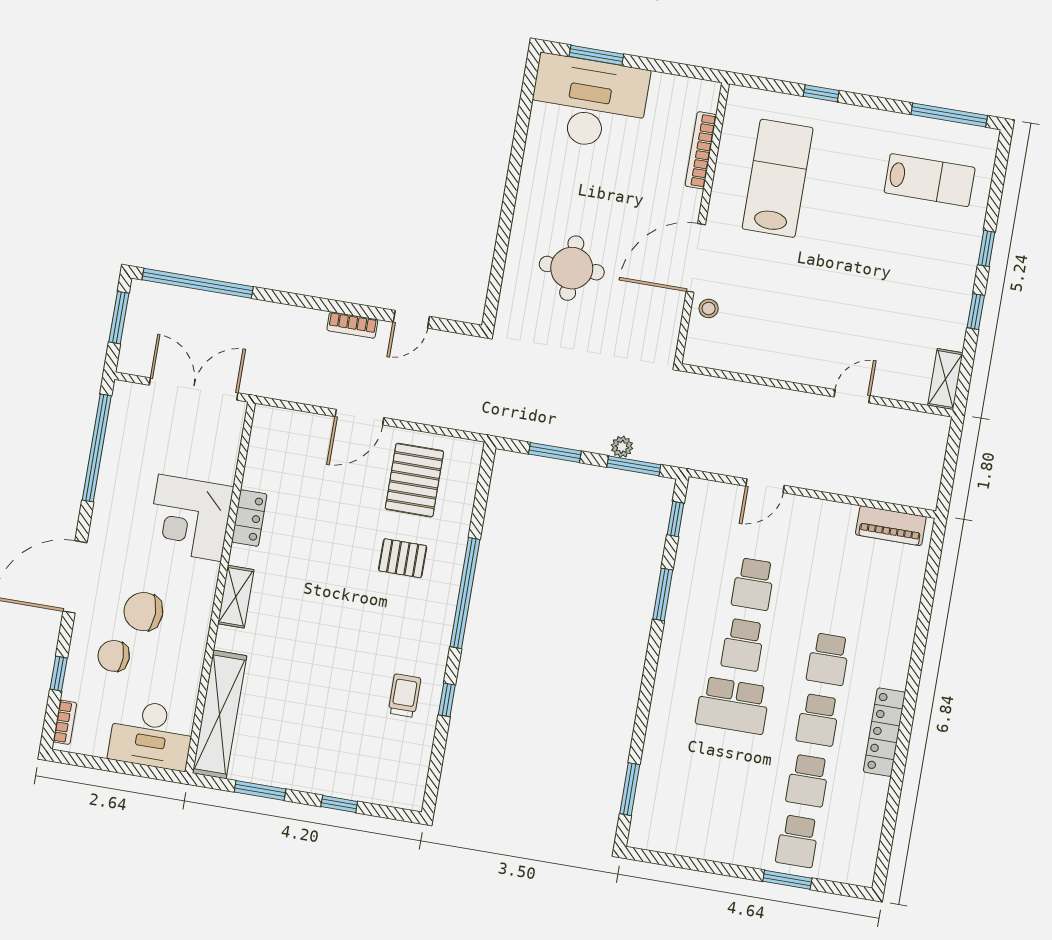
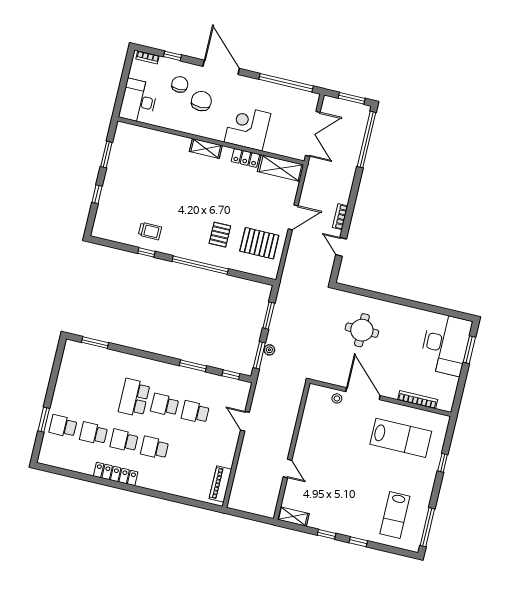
door: (359, 417) -> (293, 217), swing flipped
shelving: (220, 714) -> (281, 168), moved, width x0.68

